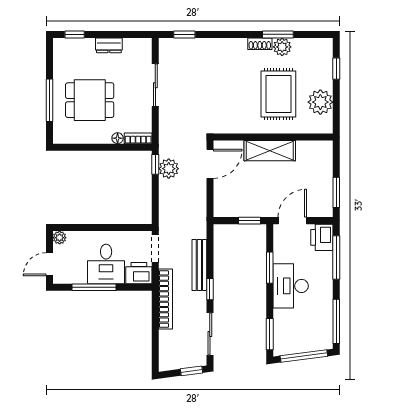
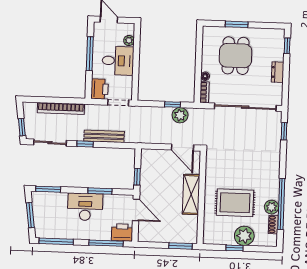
window: (278, 34) -> (281, 204), width x2.11
shoe rack: (260, 44) -> (273, 225), moved
window: (336, 69) -> (235, 248), moved
sliding door: (155, 85) -> (245, 107), width x1.86
window: (49, 100) -> (237, 24), width x0.69
plant: (320, 102) -> (244, 236), moved
window: (155, 164) -> (173, 104), moved
window: (336, 192) -> (180, 246), moved
plant: (60, 238) -> (129, 40), moved
desk: (106, 264) -> (118, 61), moved, turned 180
bookcase: (166, 299) -> (61, 108), moved
window: (304, 356) -> (30, 215), width x0.69

